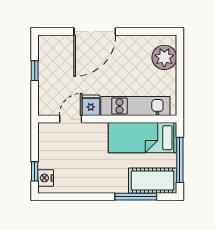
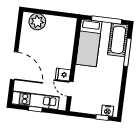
kitchen unit: (135, 106) -> (35, 100), moved, turned 90

